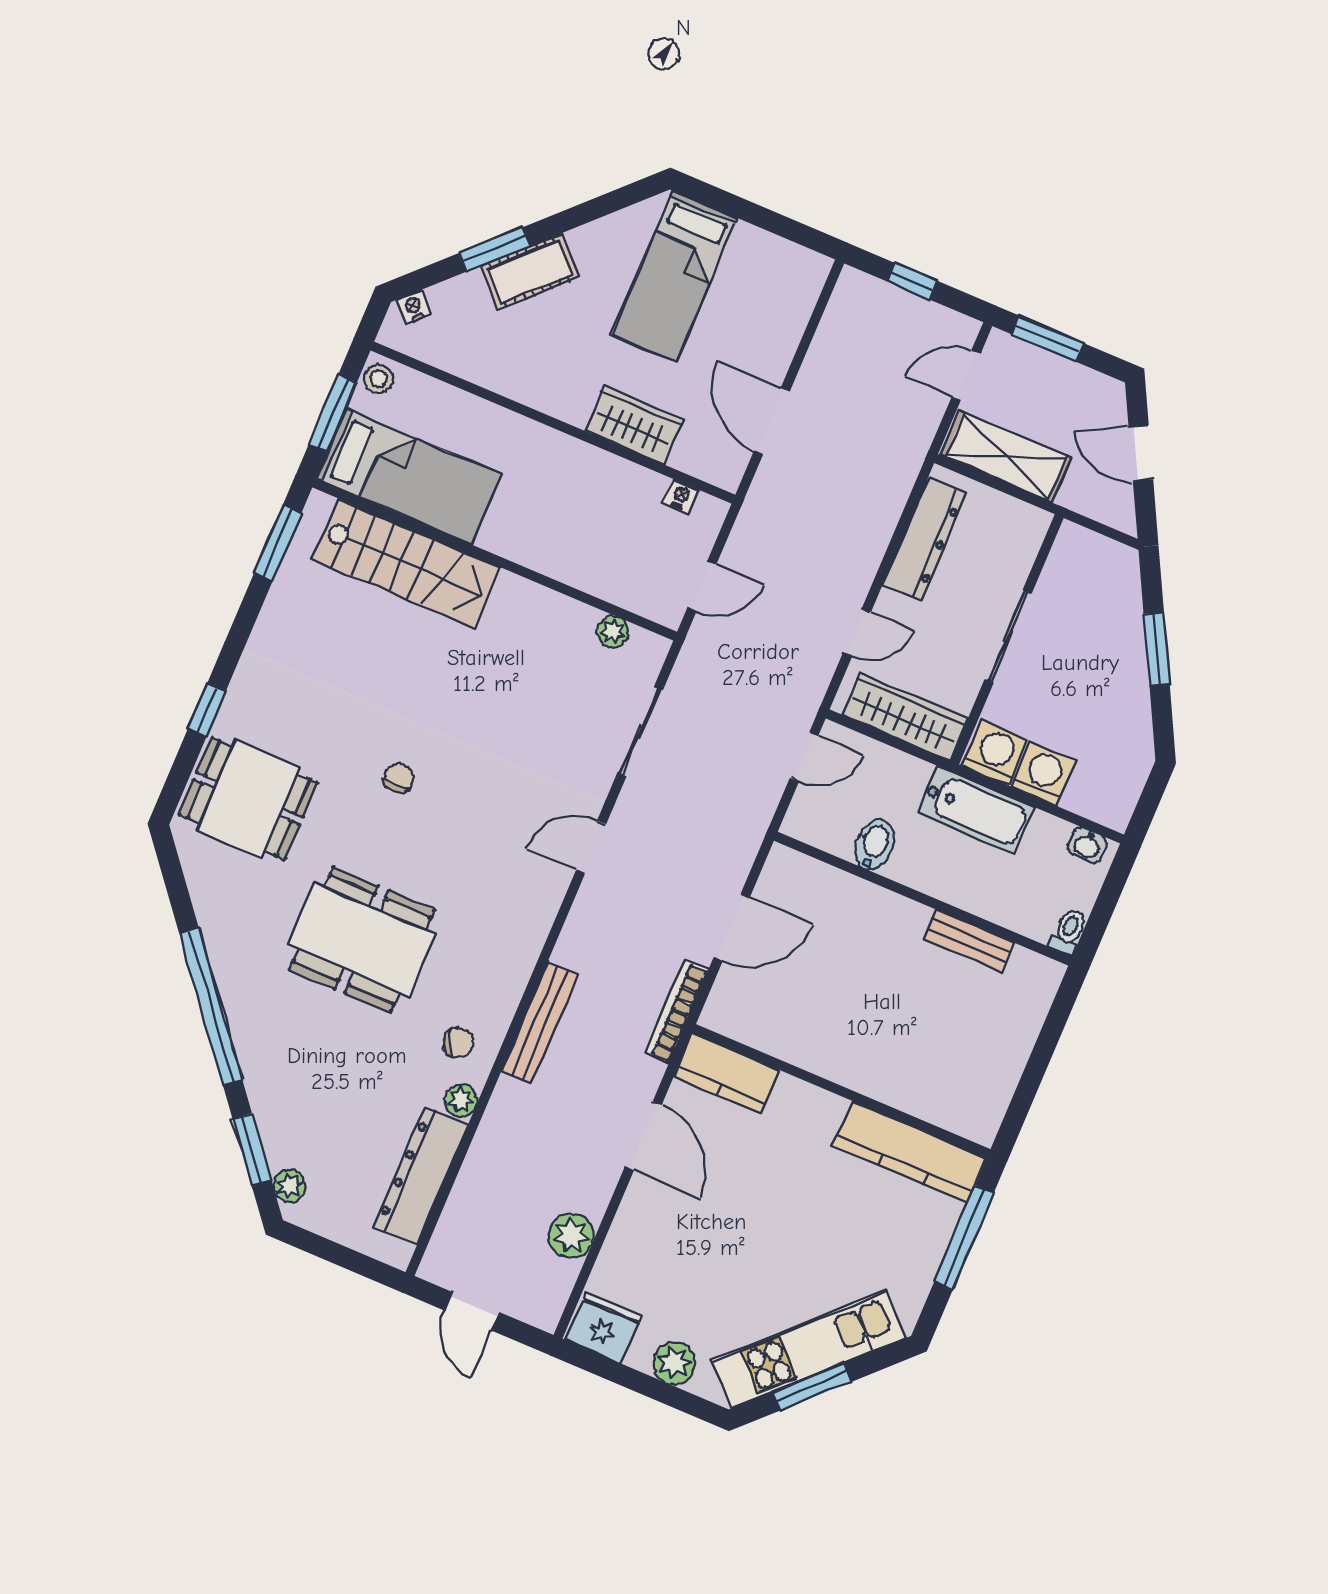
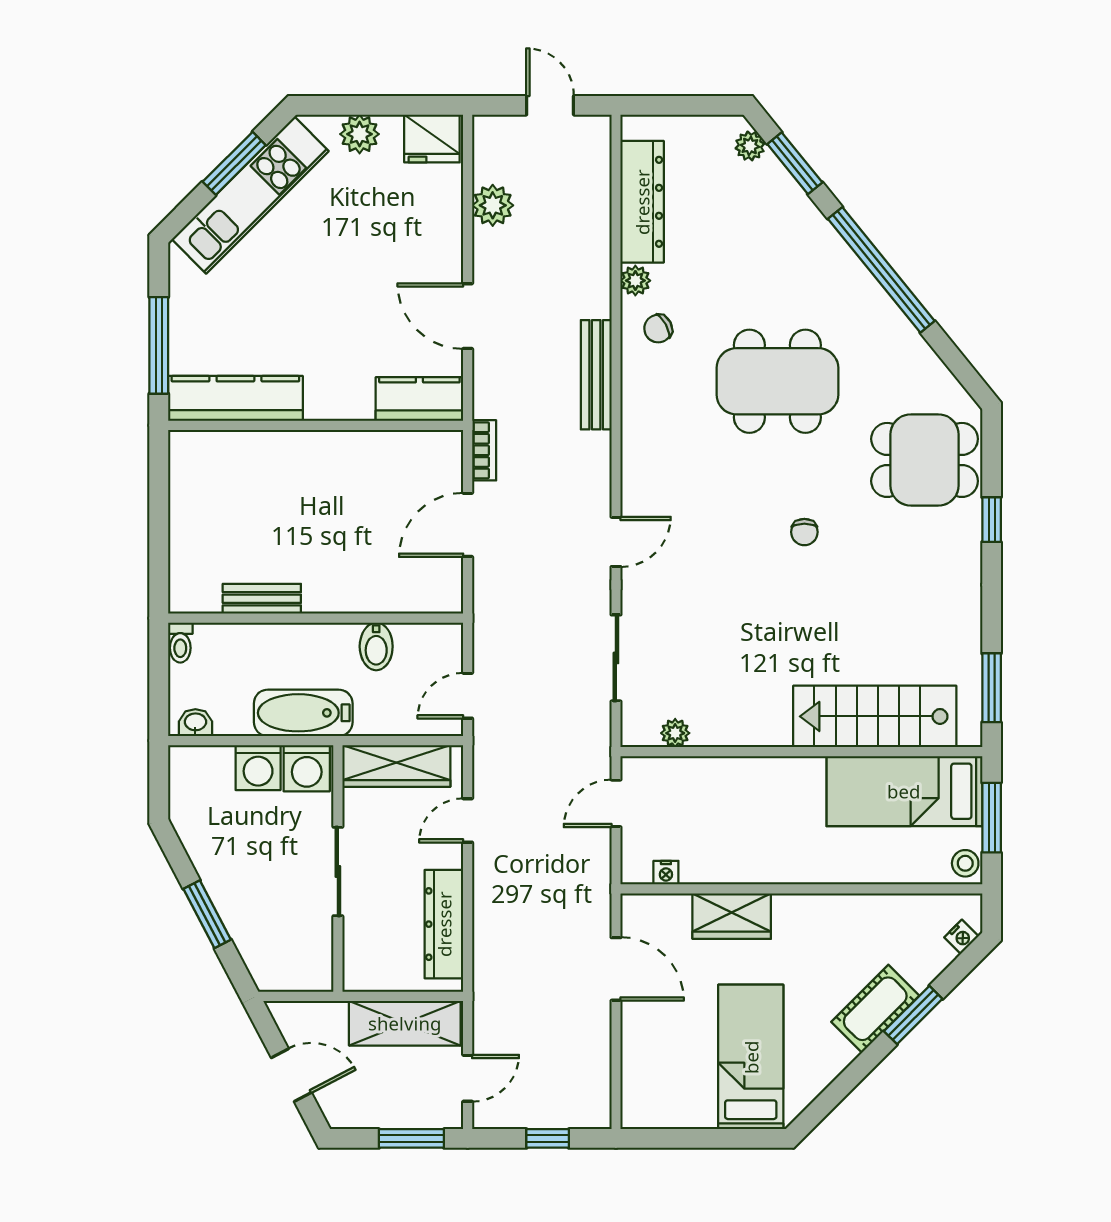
bookcase: (677, 1012) -> (484, 450), width x0.64

